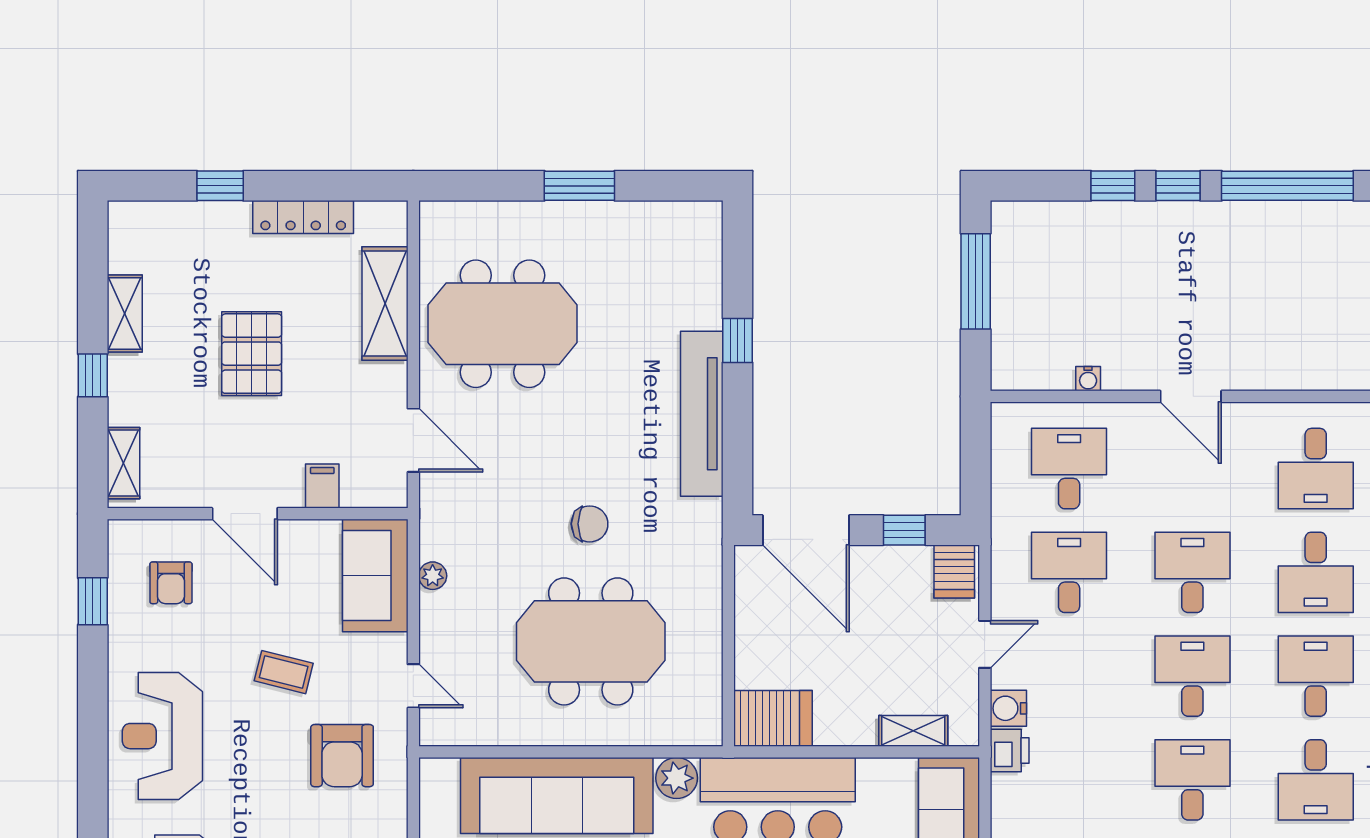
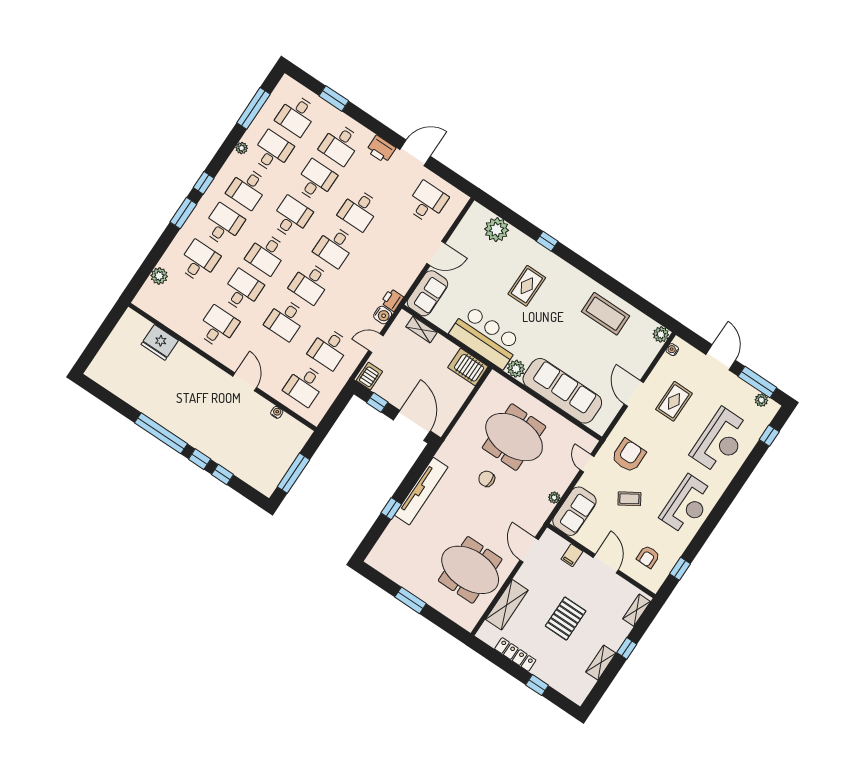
armchair: (171, 583) -> (648, 557), turned 180
coffee table: (284, 672) -> (629, 499), turned -46

